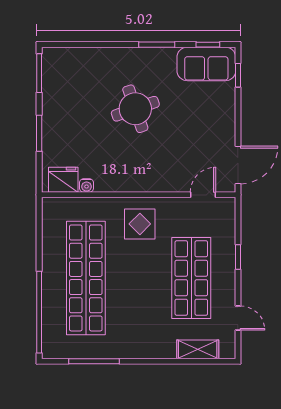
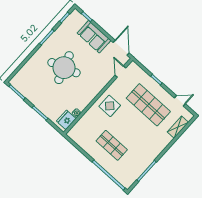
sofa: (206, 64) -> (94, 37), moved, turned 90
round table: (135, 109) -> (64, 68), width x1.36, depth x1.36
shop shelf: (86, 278) -> (112, 145), width x0.50, depth x0.74

